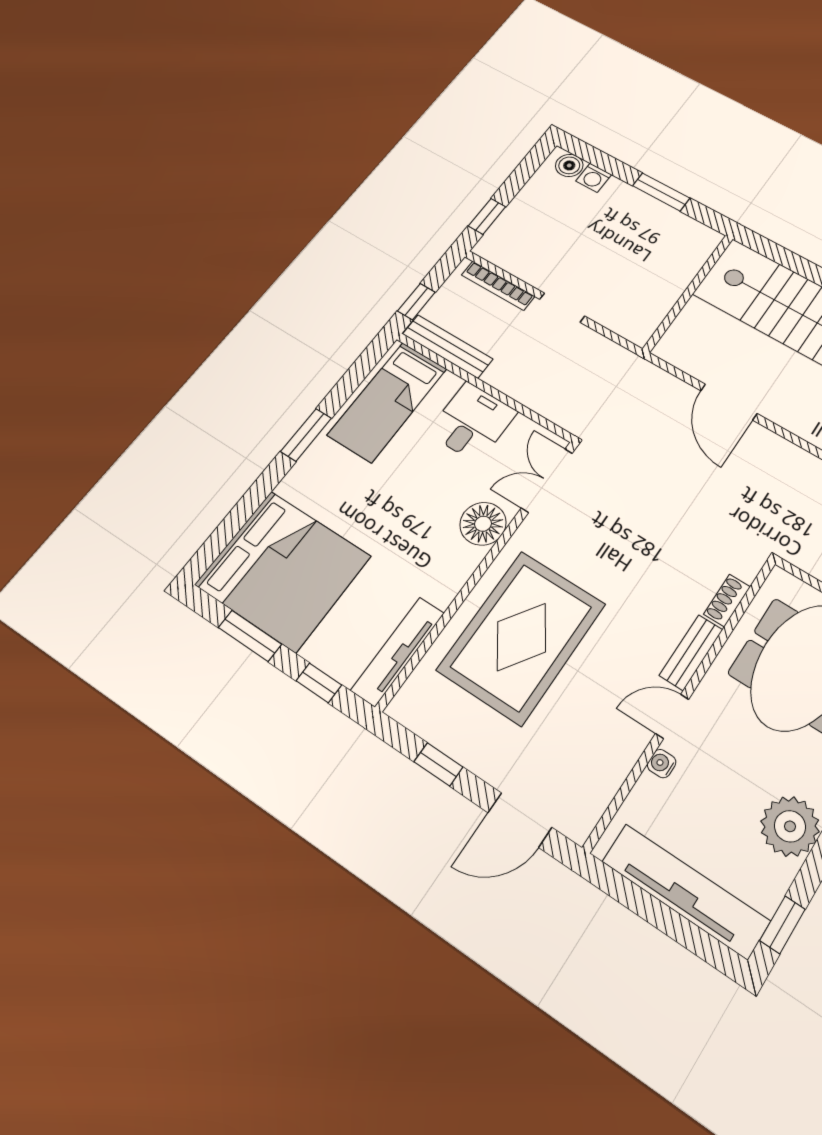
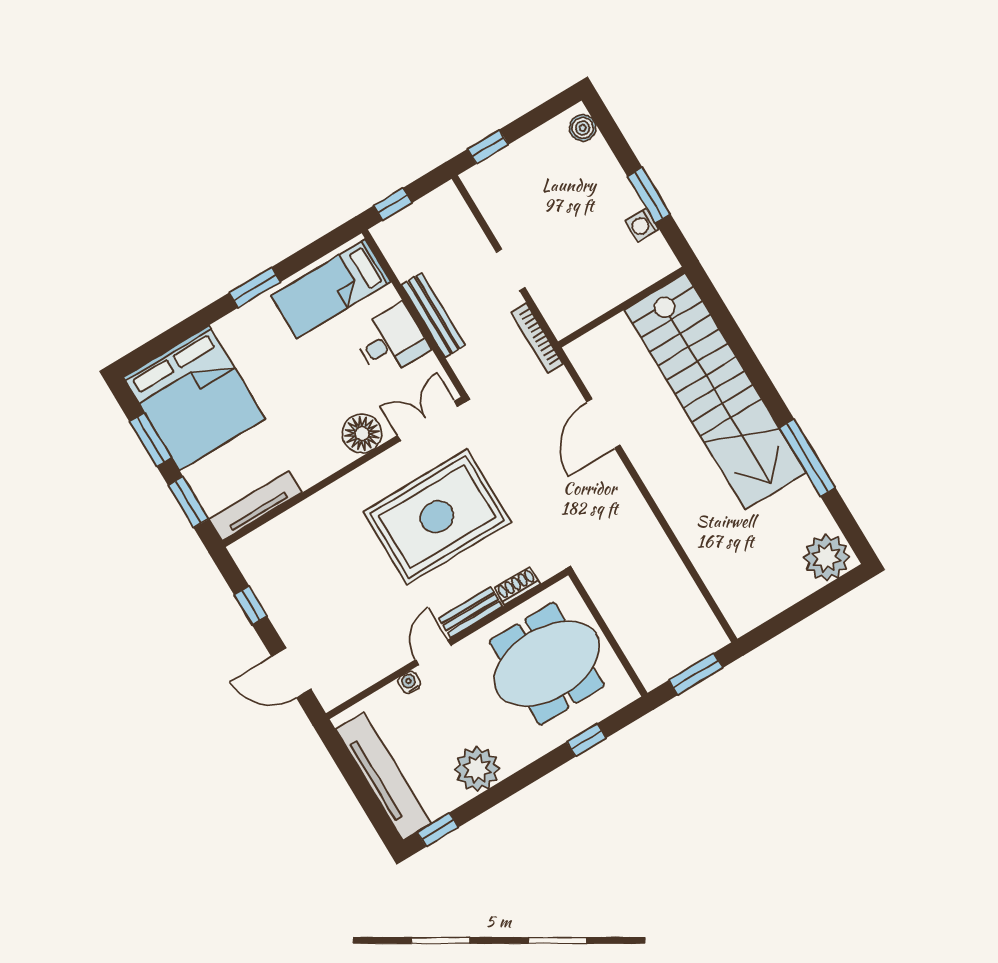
washing machine: (594, 178) -> (642, 225), moved
bookcase: (498, 286) -> (537, 338), moved
bench: (447, 346) -> (433, 315), moved
rug: (521, 637) -> (437, 517), moved
window: (319, 683) -> (188, 502), width x1.50
door: (672, 716) -> (433, 652), hinge flipped

